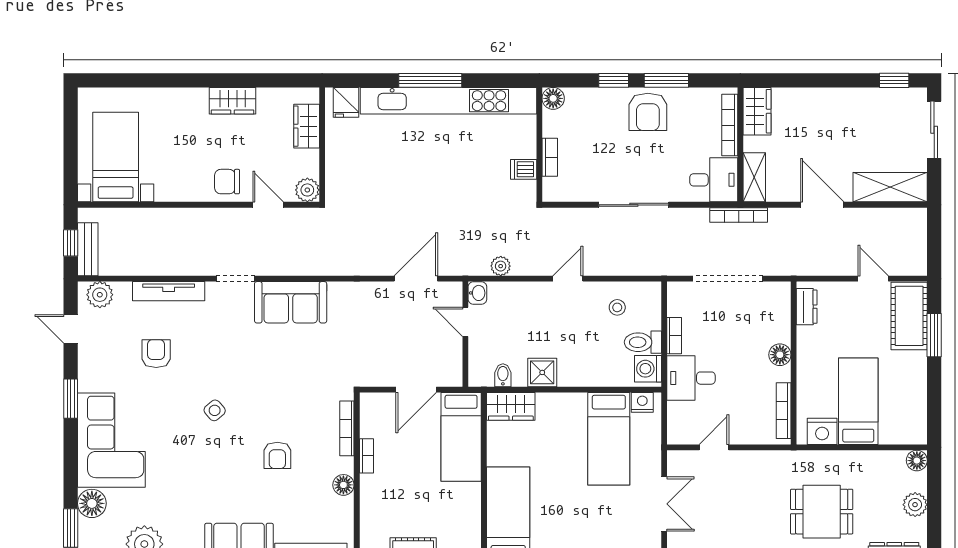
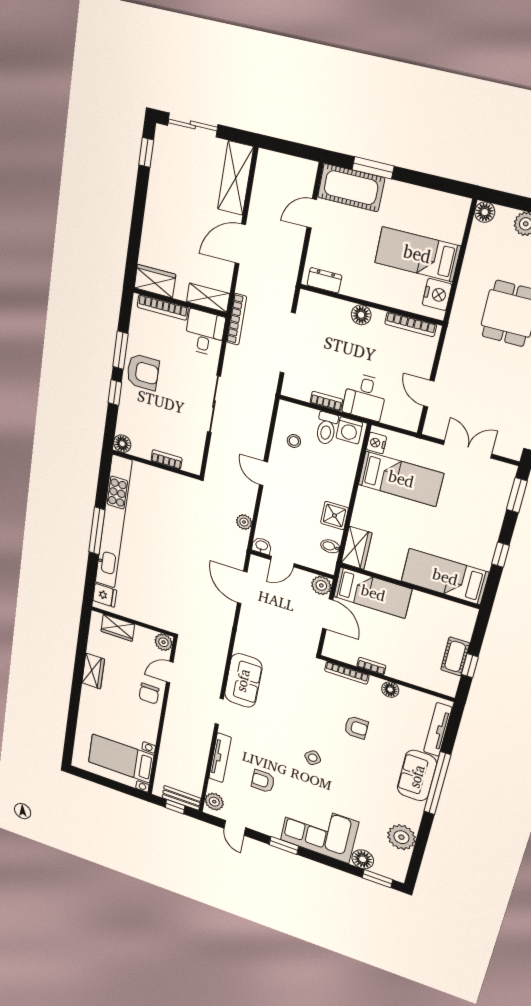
dishwasher: (524, 169) -> (173, 482), removed
door: (71, 329) -> (235, 828), hinge flipped
plant: (450, 375) -> (321, 585), added

